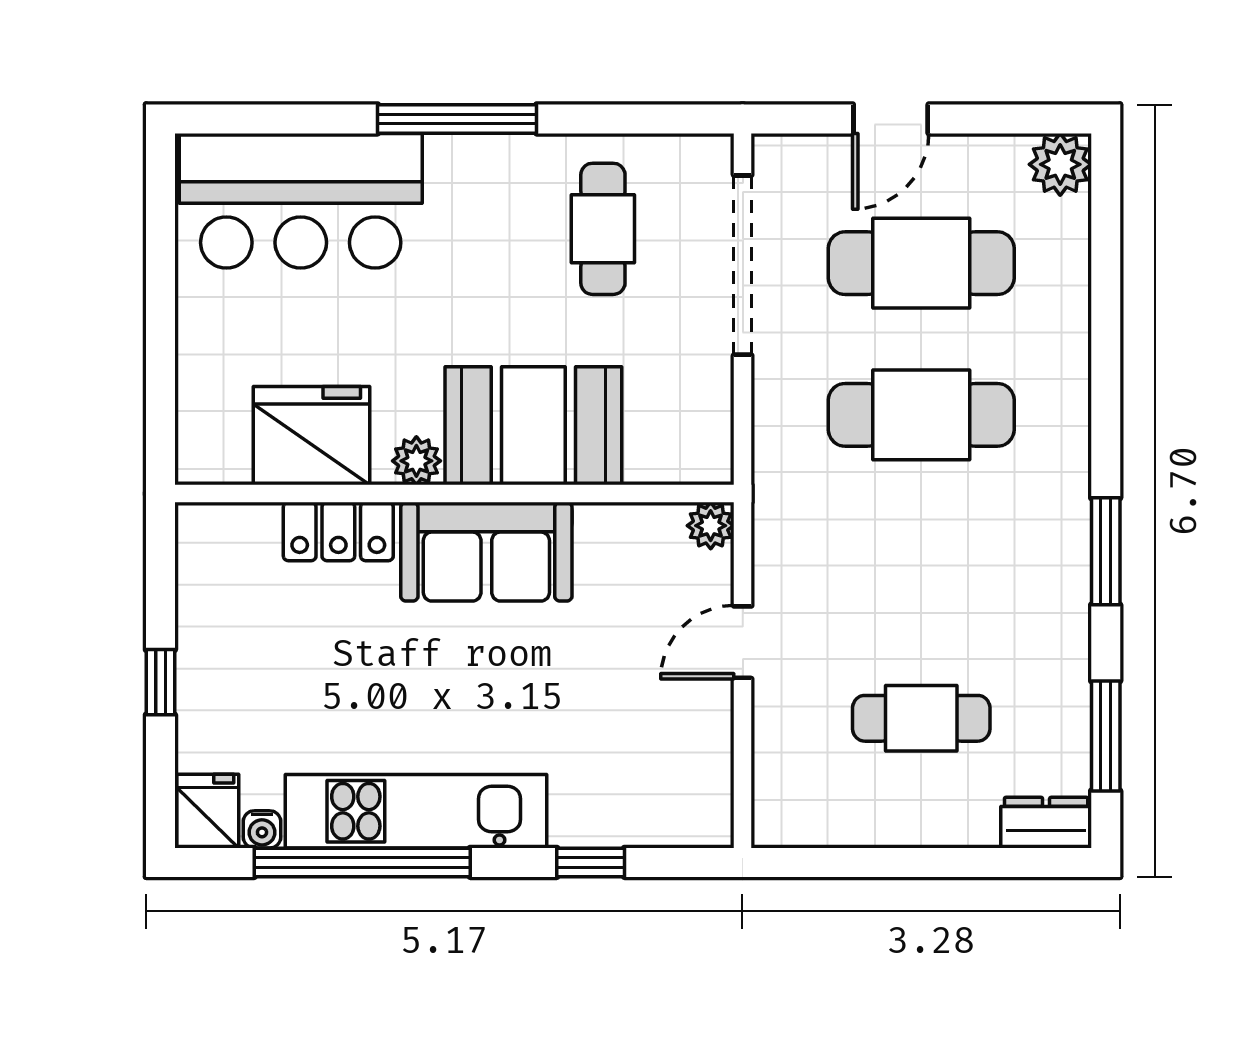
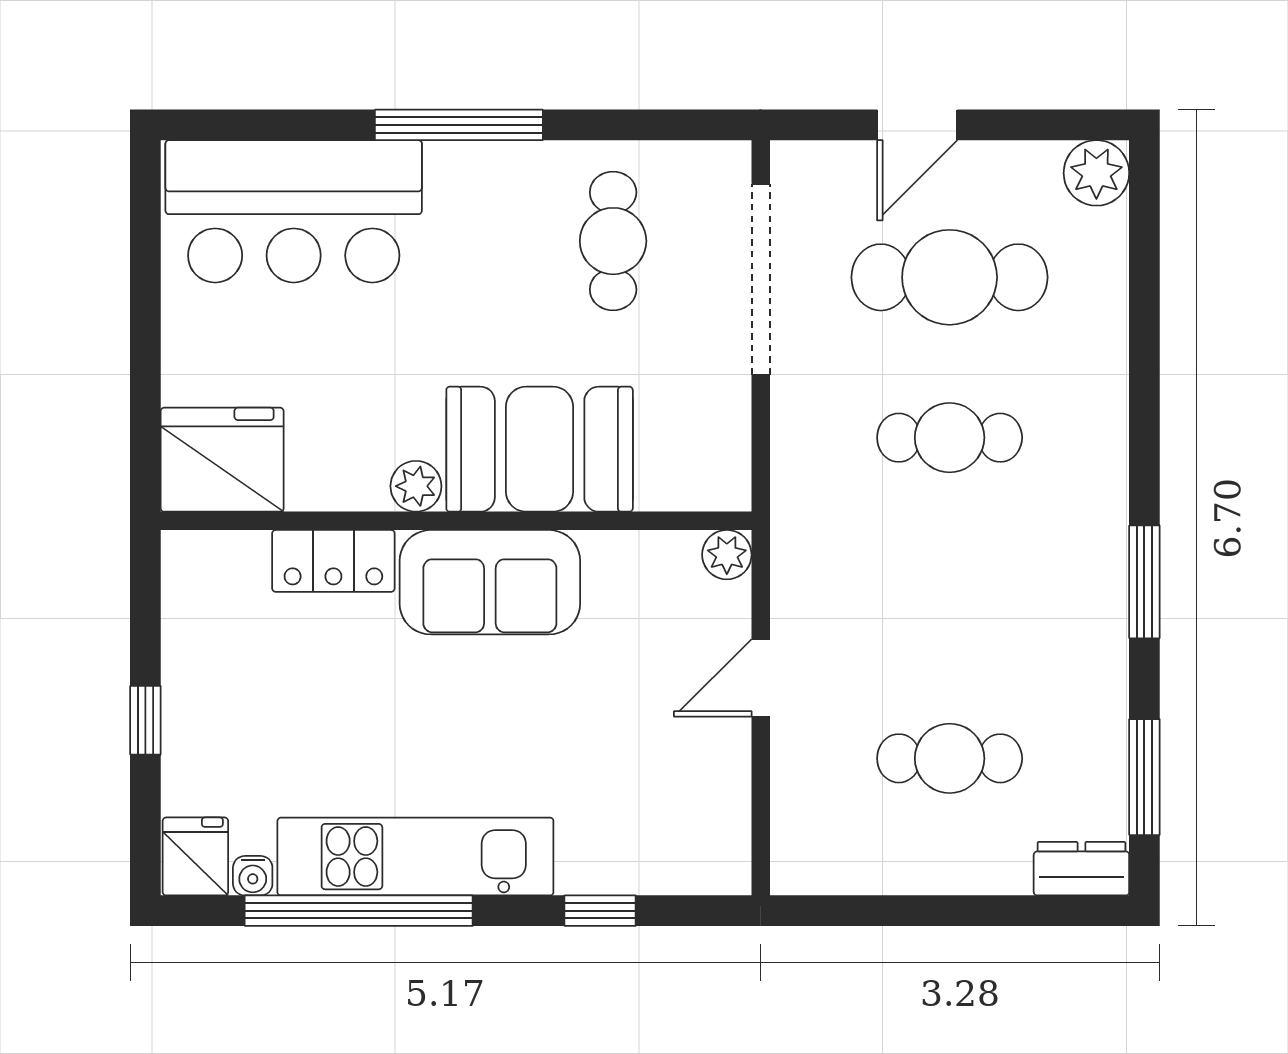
cafe table: (921, 415) -> (950, 438), width x0.73, depth x0.74
fridge: (311, 436) -> (222, 460), moved

